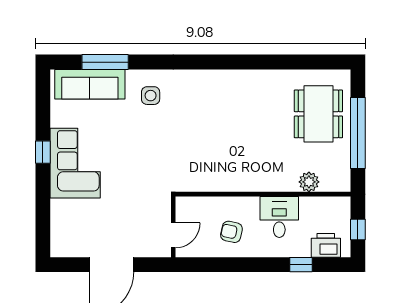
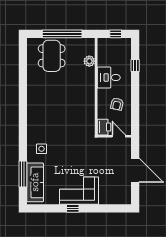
dining table: (318, 114) -> (52, 56), turned 90
printer: (326, 245) -> (104, 127), moved, turned 180

